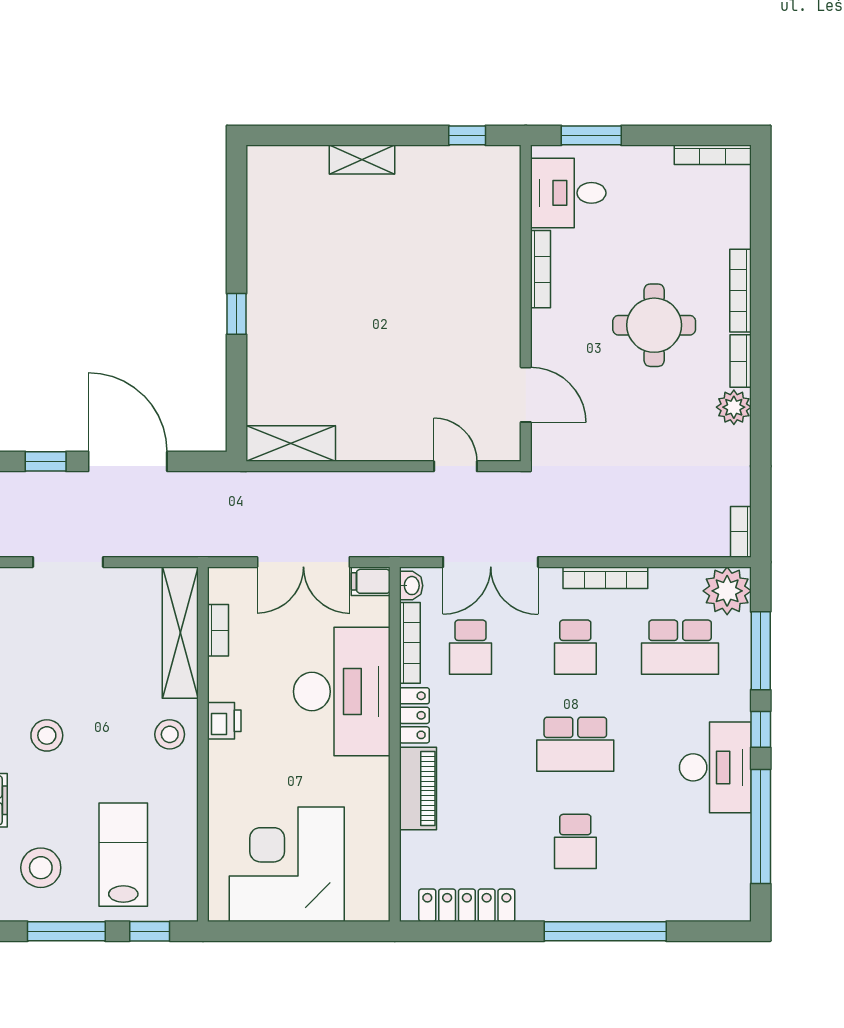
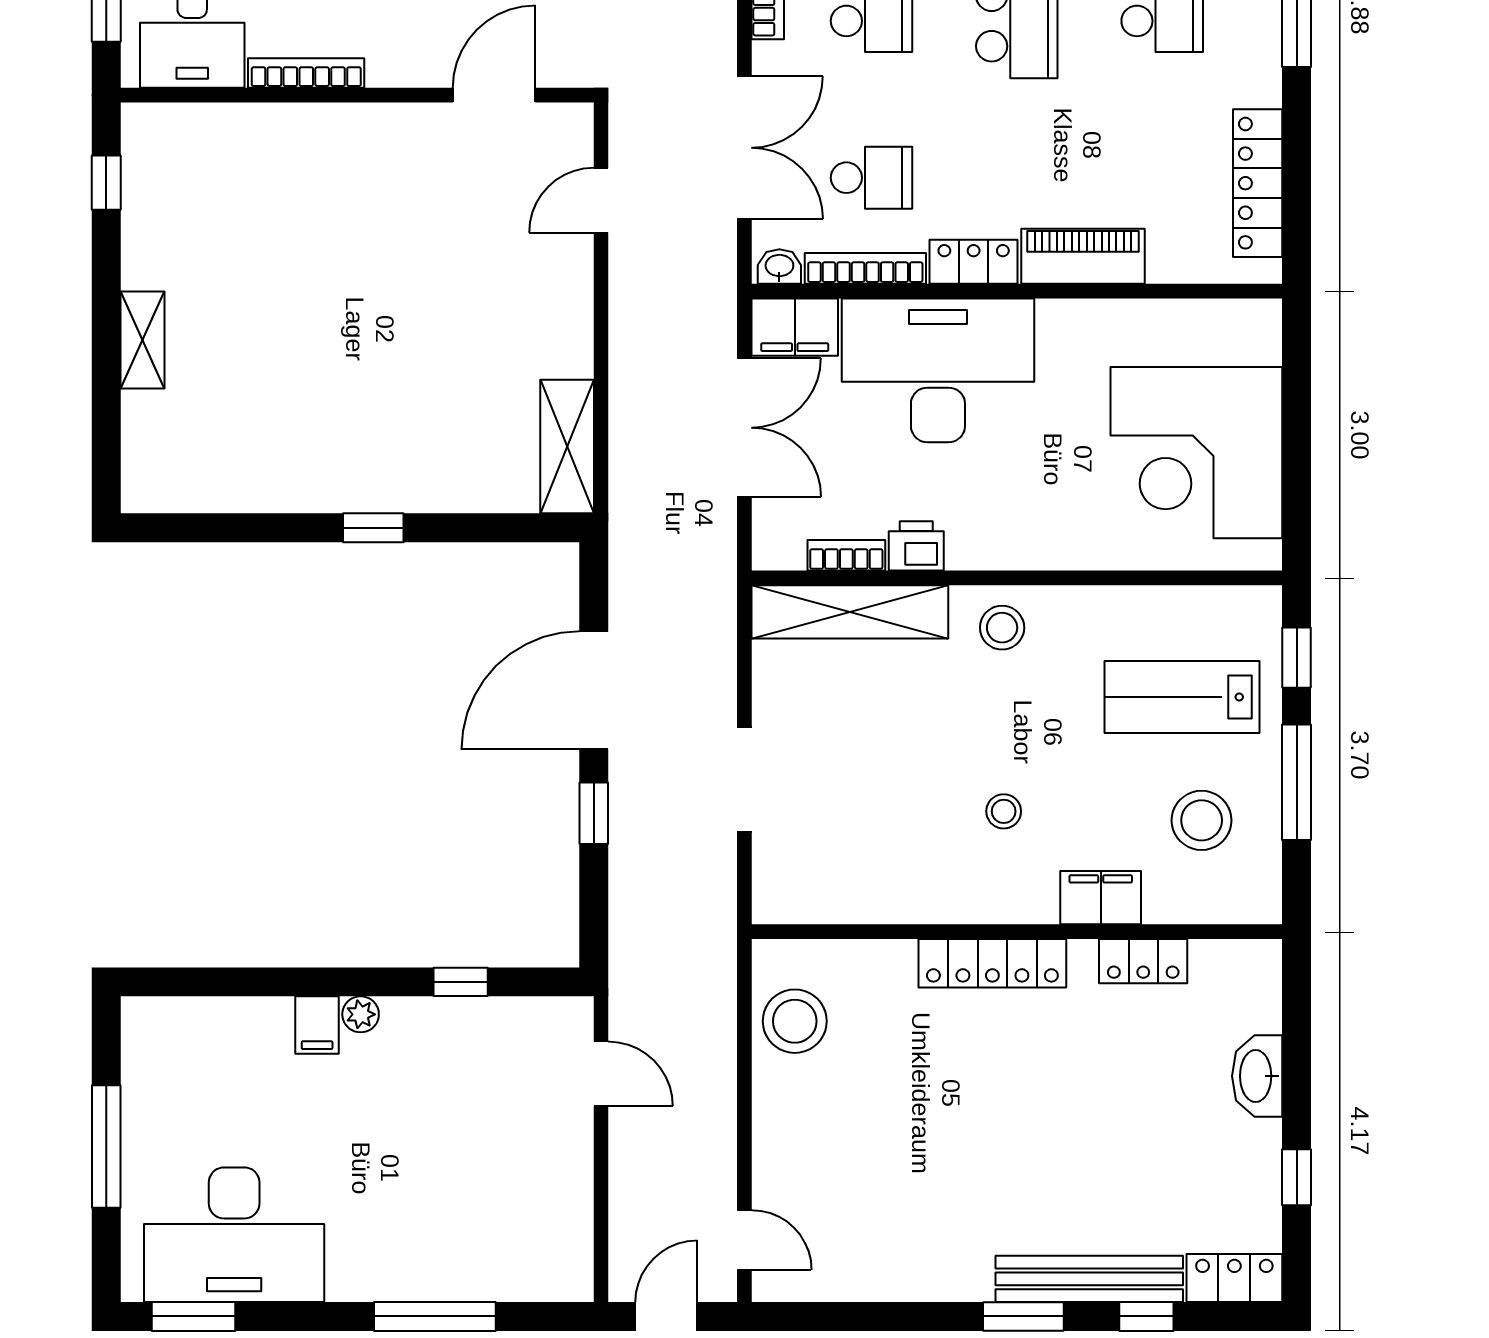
filing cabinet: (371, 581) -> (795, 327), width x2.00
printer: (224, 721) -> (916, 546), moved
stool: (47, 735) -> (1004, 811), width x0.73, depth x0.73

